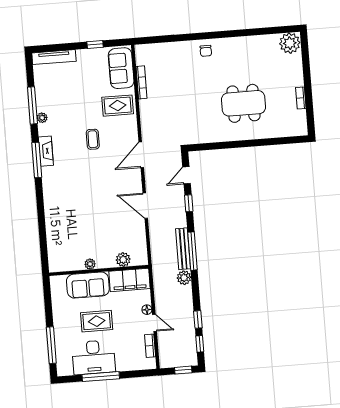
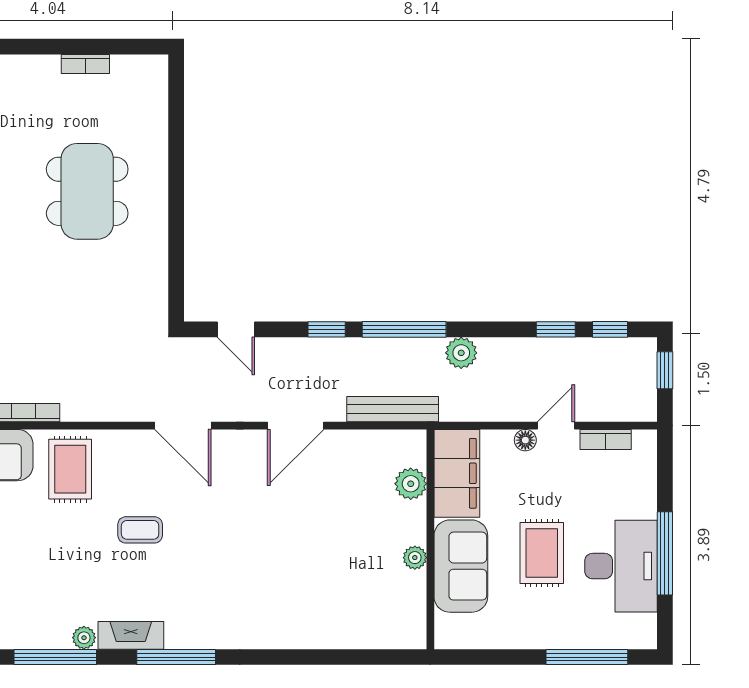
fireplace: (46, 151) -> (131, 635), moved
window: (189, 203) -> (327, 329), moved
bench: (183, 249) -> (393, 409), moved

